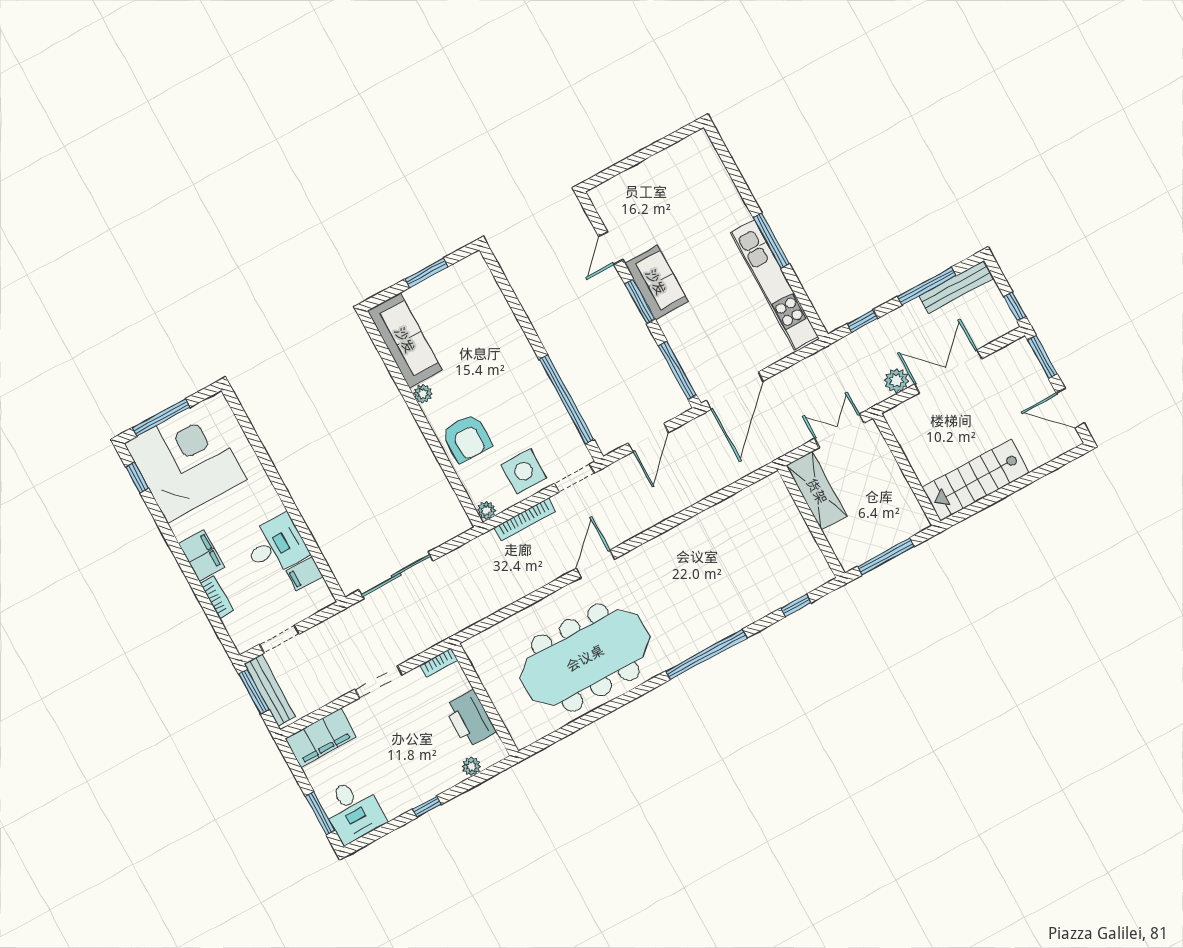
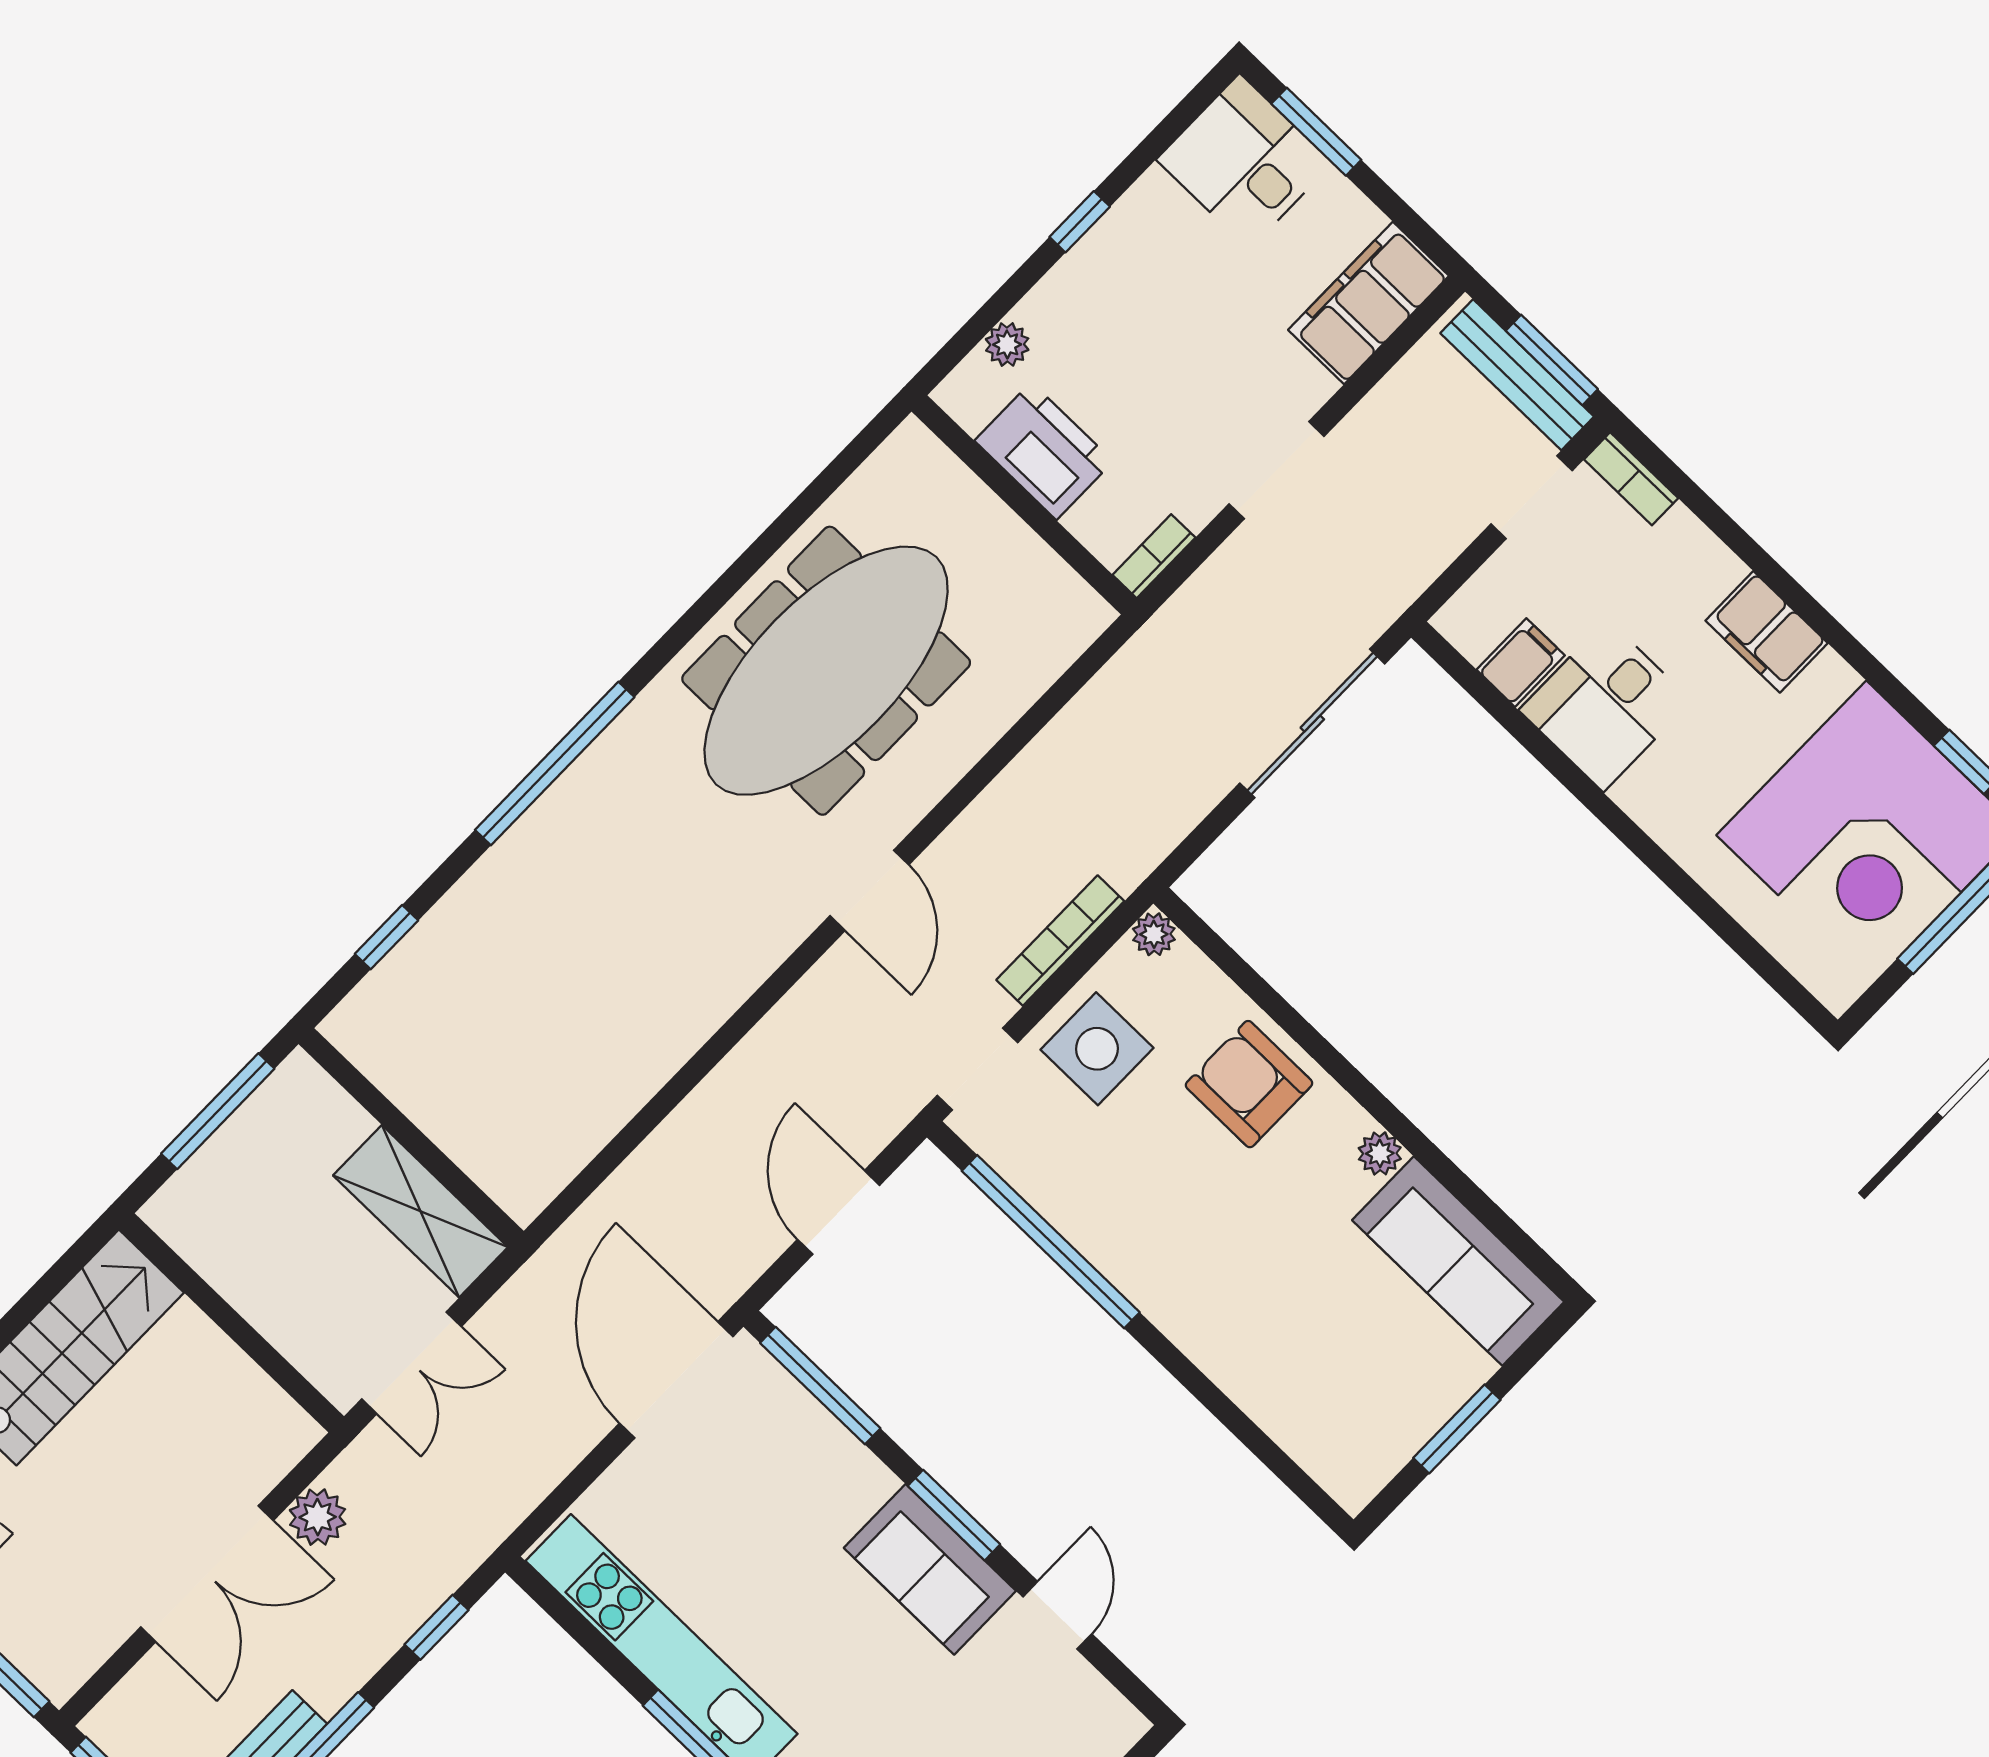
bookcase: (217, 597) -> (1631, 479), moved

